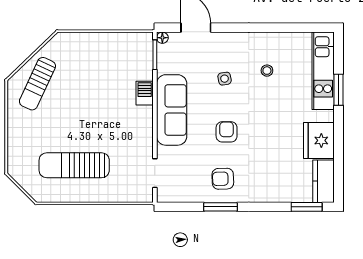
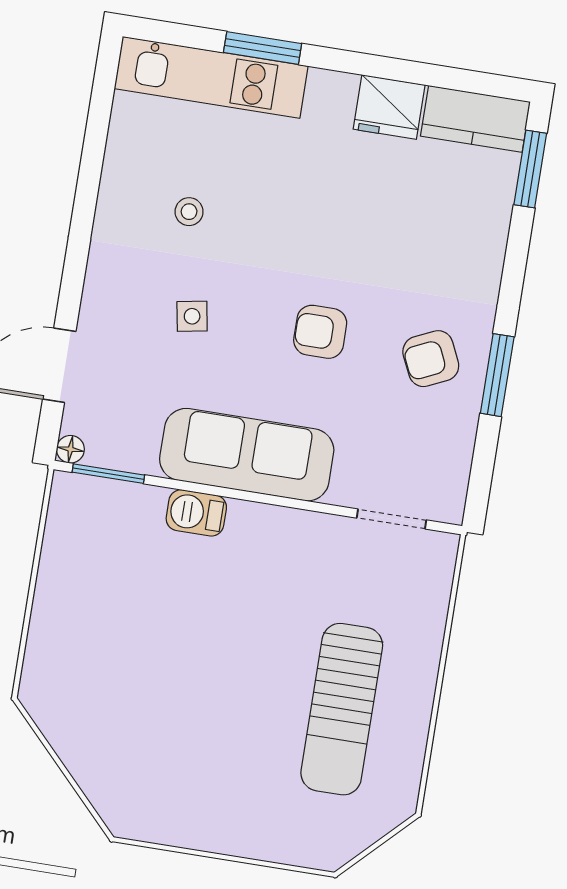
sun lounger: (37, 84) -> (133, 766), removed
fridge: (319, 140) -> (389, 107), width x0.73, depth x0.75
armchair: (223, 179) -> (431, 359), turned 67

